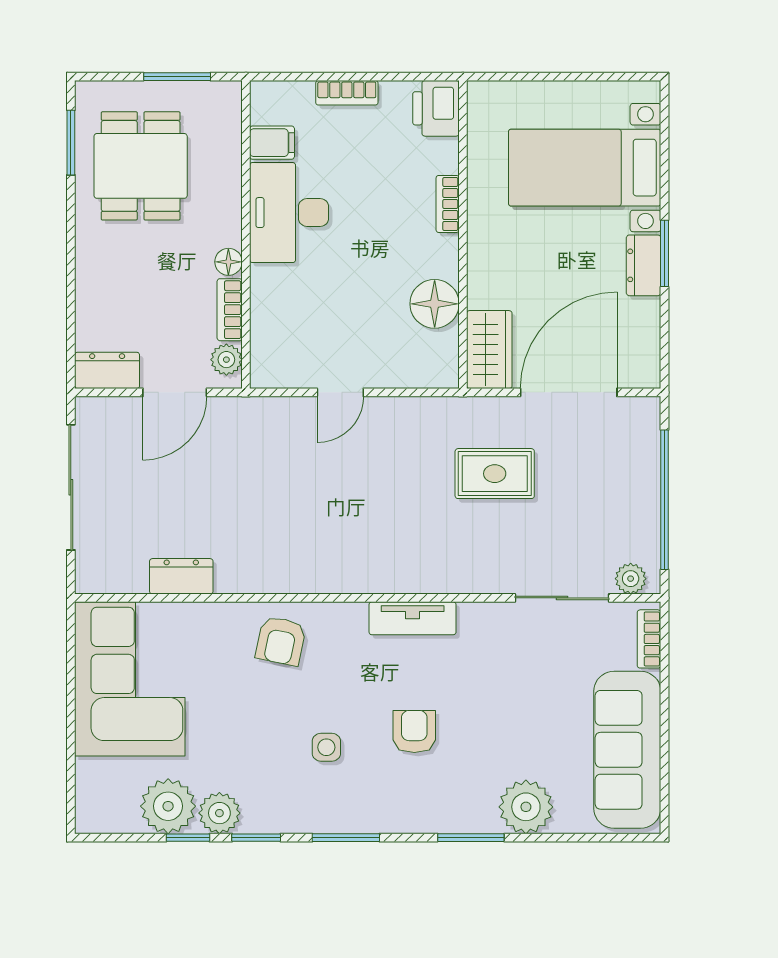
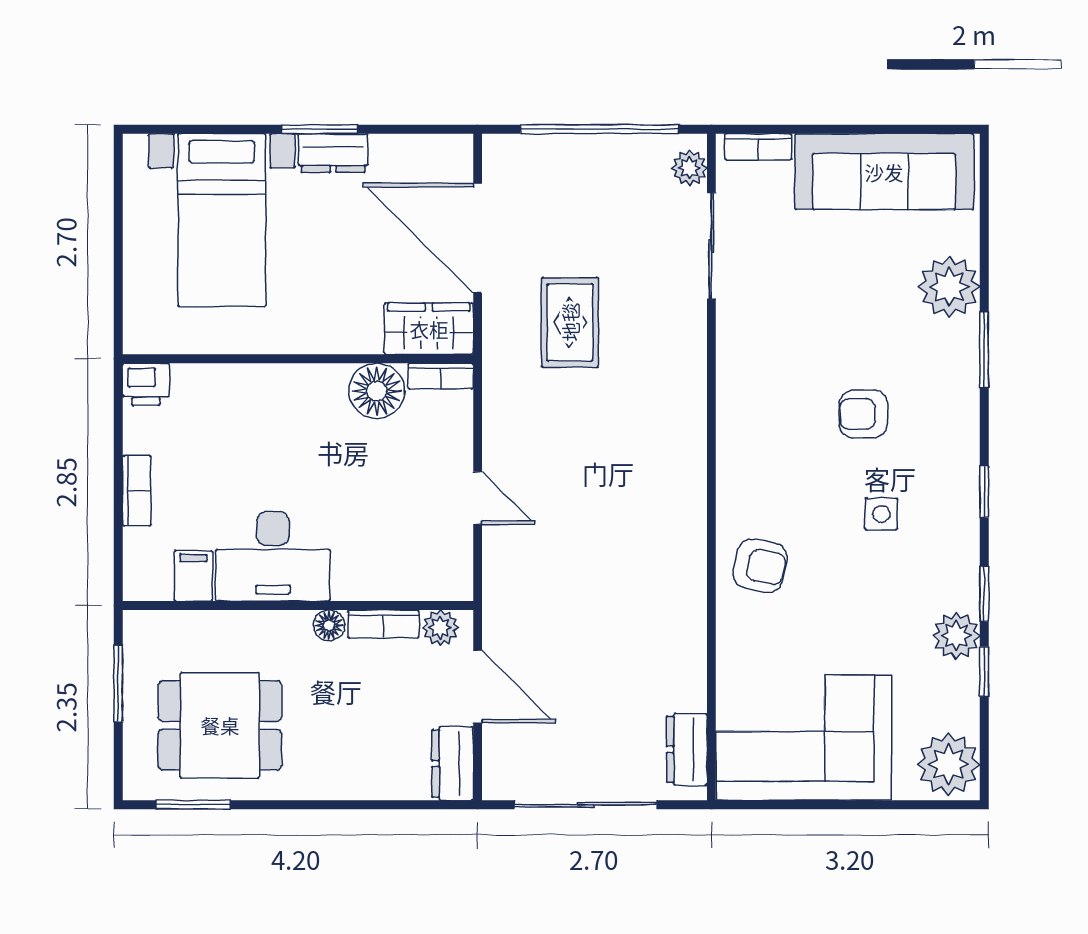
printer: (436, 108) -> (146, 384), width x0.73, depth x0.81
bookcase: (448, 204) -> (441, 376), moved
dresser: (181, 576) -> (687, 749), moved
tv unit: (413, 618) -> (735, 416), removed
plant: (168, 806) -> (948, 764), moved
window: (346, 838) -> (984, 492), width x0.67

